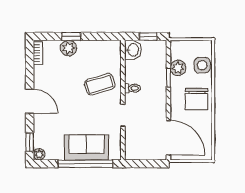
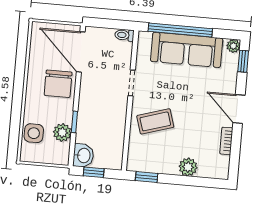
window: (71, 36) -> (147, 177), moved
washbasin: (133, 50) -> (83, 155), moved, turned 180
bookcase: (38, 53) -> (226, 141), moved
toilet: (133, 88) -> (124, 35), moved
chair: (197, 99) -> (58, 84), moved, turned 180
sofa: (86, 147) -> (187, 50), width x1.36

